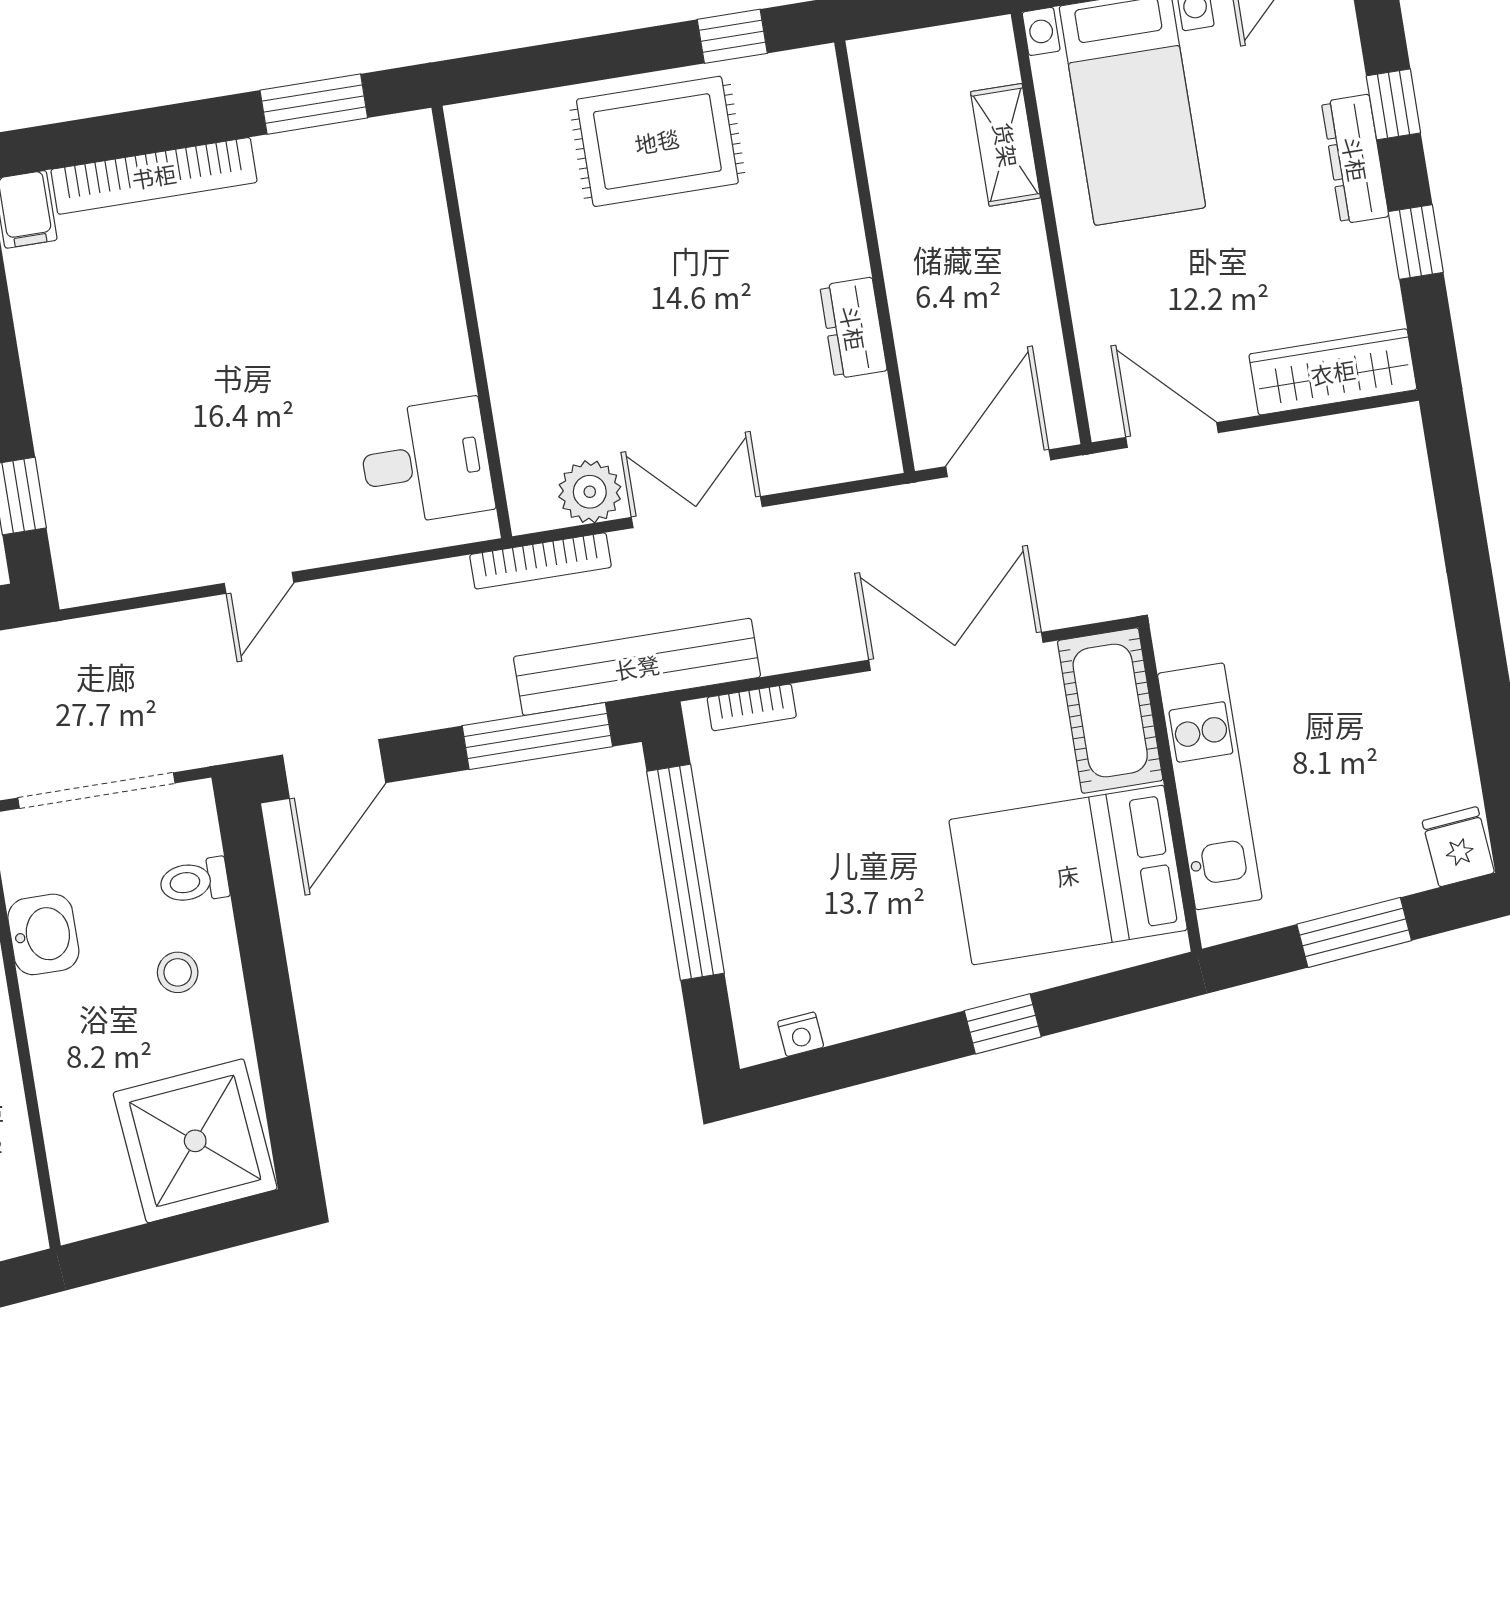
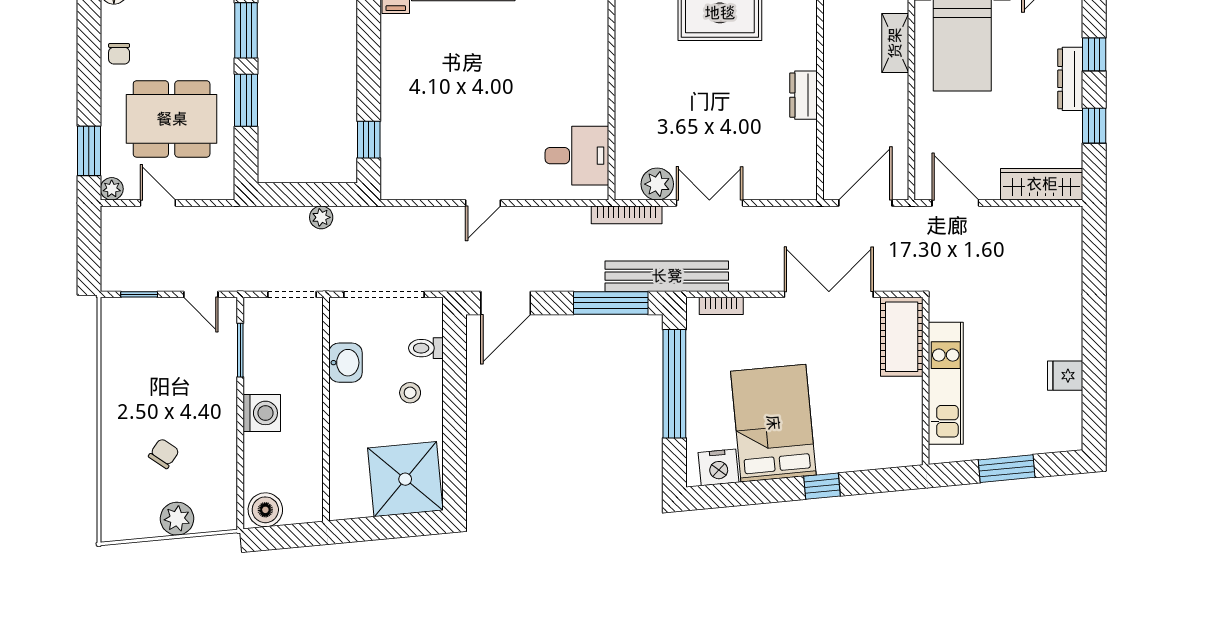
dresser: (853, 328) -> (803, 95), moved
fridge: (1458, 847) -> (1065, 376), moved, turned -85
bed: (1068, 875) -> (773, 423), moved, turned 85
nightstand: (801, 1034) -> (718, 467), width x1.89, depth x1.79

